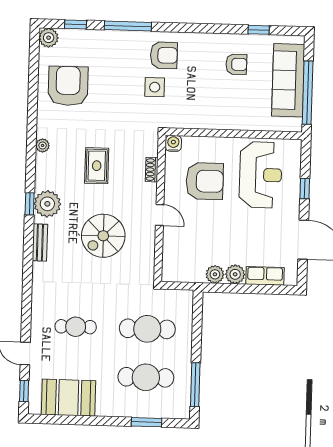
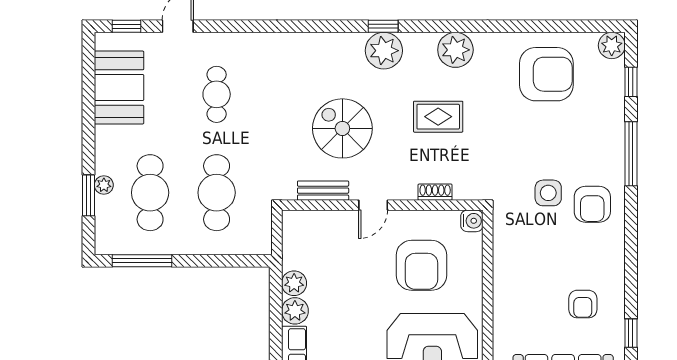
plant: (43, 145) -> (455, 50), width x1.88, depth x1.88
bench: (40, 243) -> (323, 191), moved
plant: (139, 411) -> (104, 185), added

